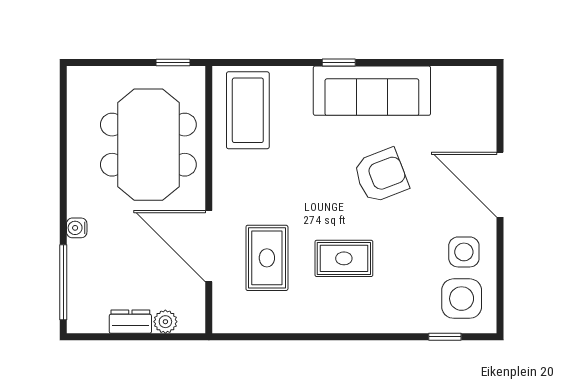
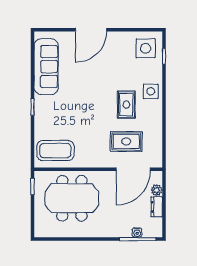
sofa: (372, 91) -> (46, 67), moved
armchair: (381, 175) -> (87, 87), removed
water cooler: (77, 228) -> (137, 233), moved
door: (209, 246) -> (133, 169), moved
side table: (464, 252) -> (151, 91), moved

